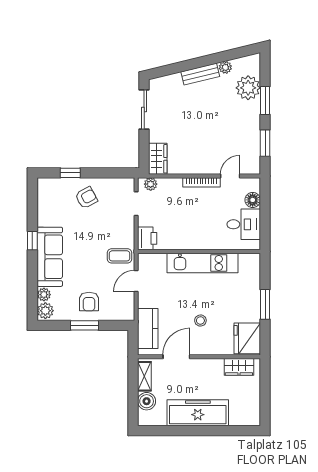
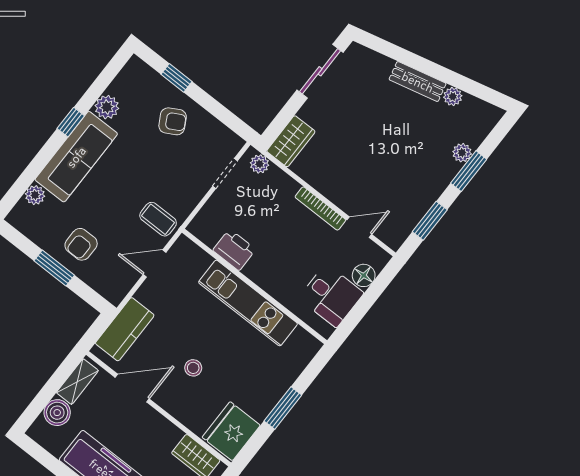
plant: (248, 88) -> (462, 153), width x0.53, depth x0.53
printer: (147, 238) -> (234, 250), moved, turned -90
plant: (45, 311) -> (107, 107), moved

